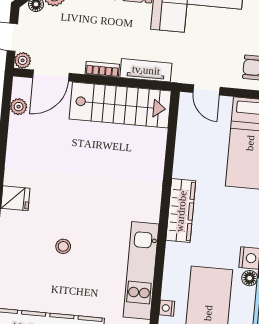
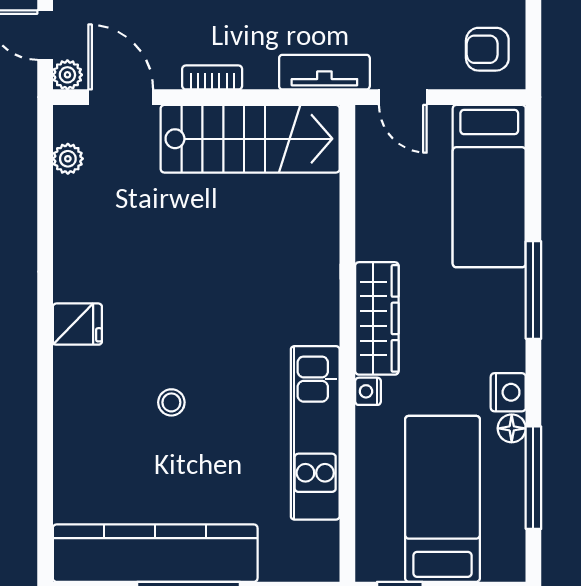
tv unit: (146, 70) -> (324, 72), moved
door: (51, 75) -> (121, 97), swing flipped
nightstand: (167, 308) -> (368, 391), moved

